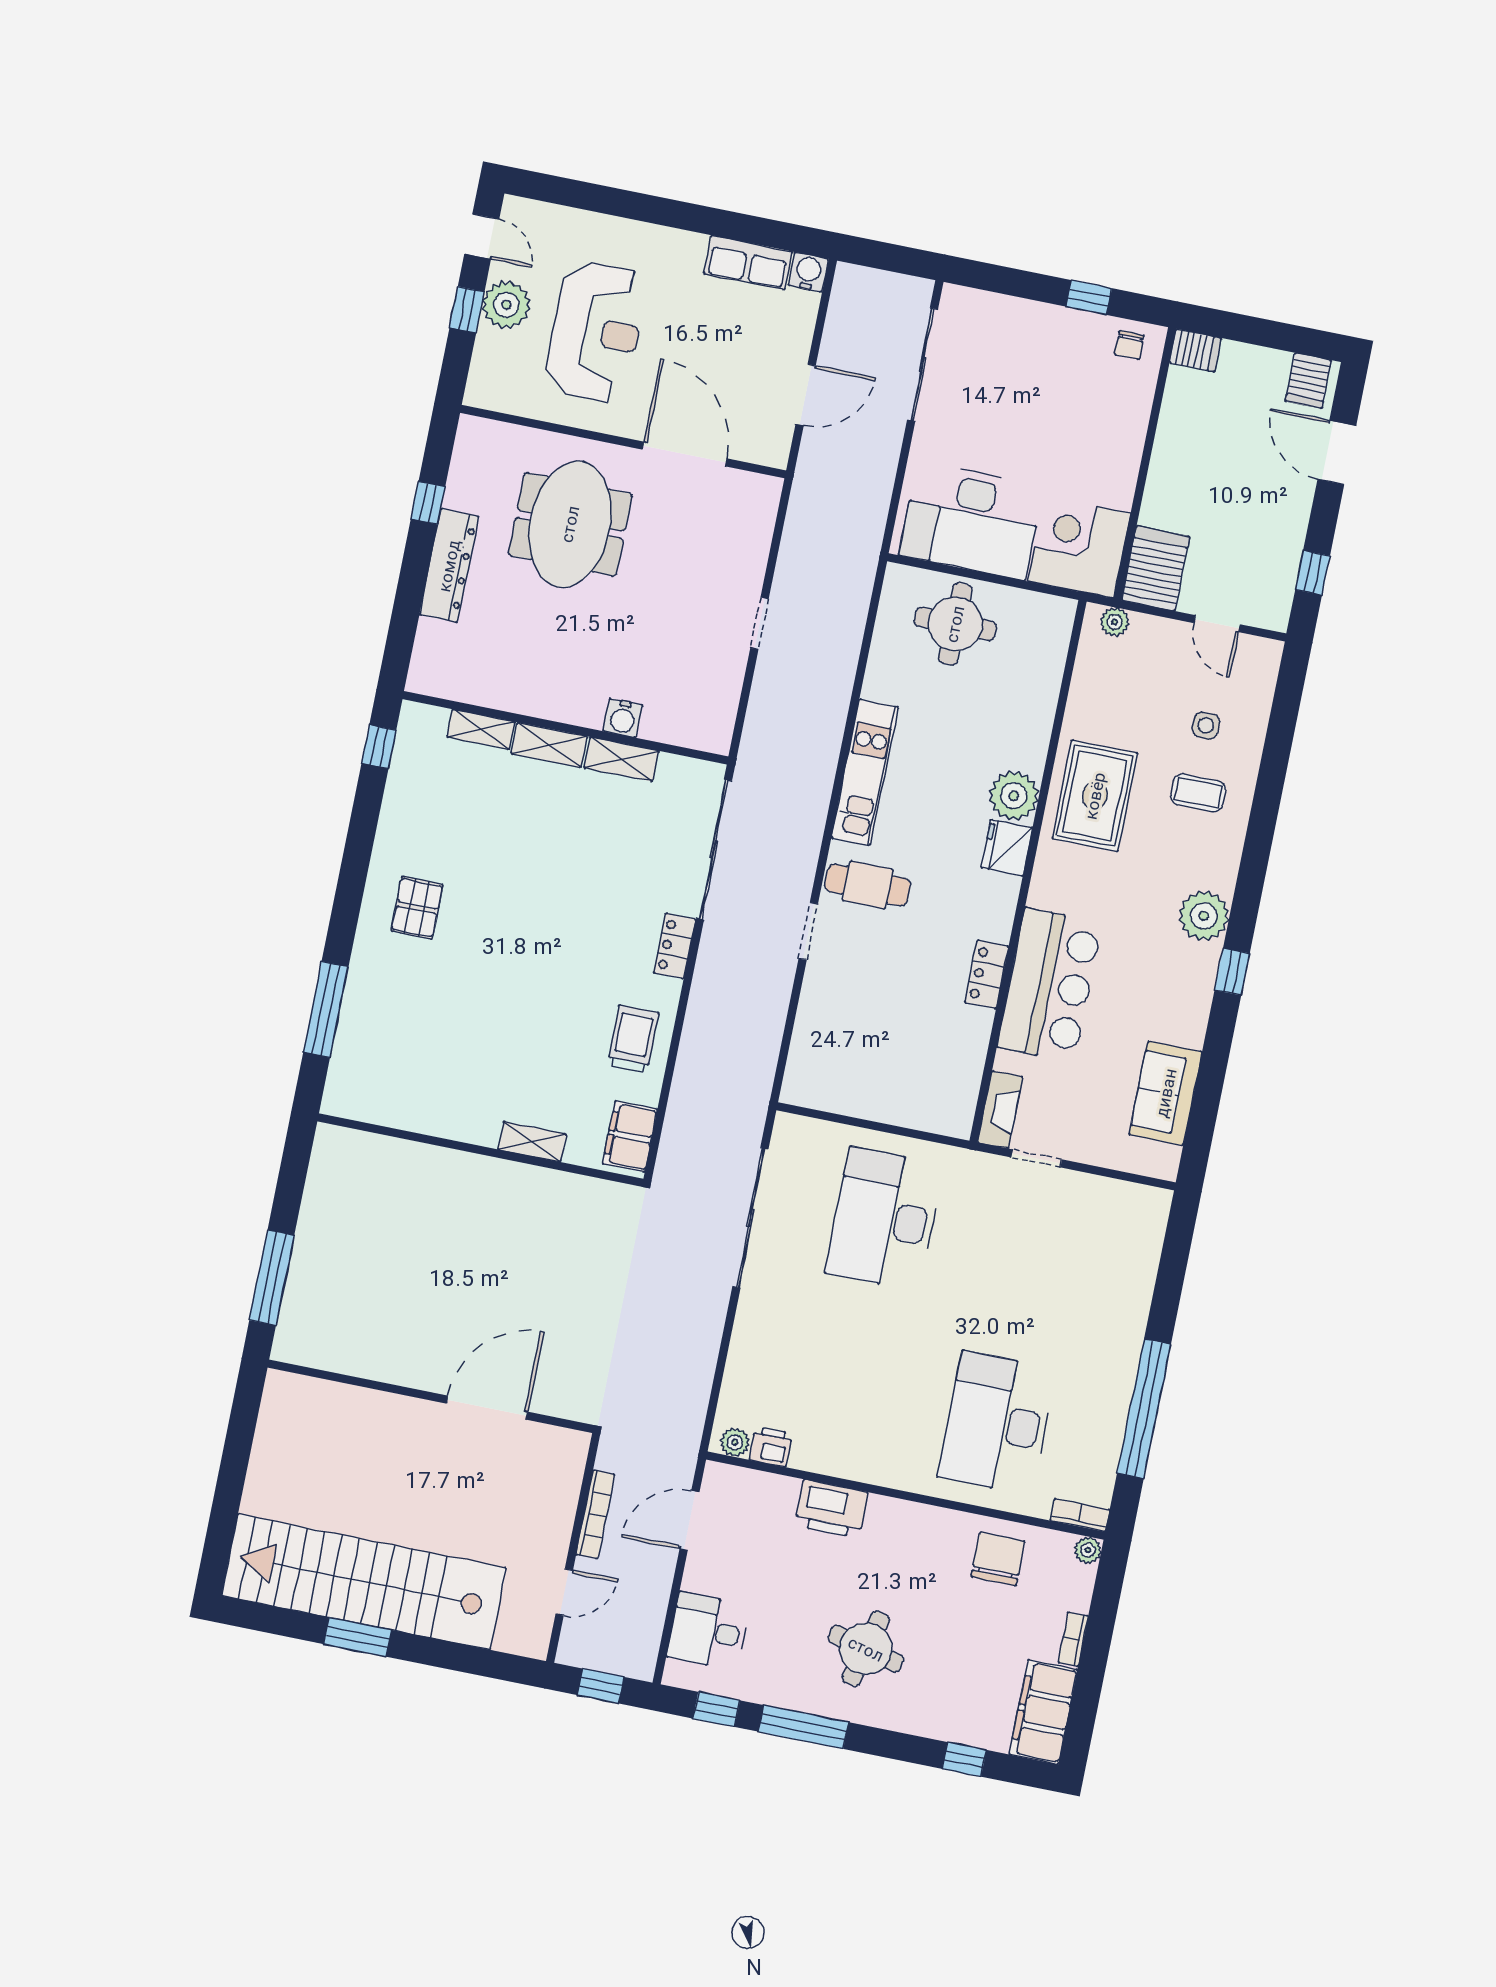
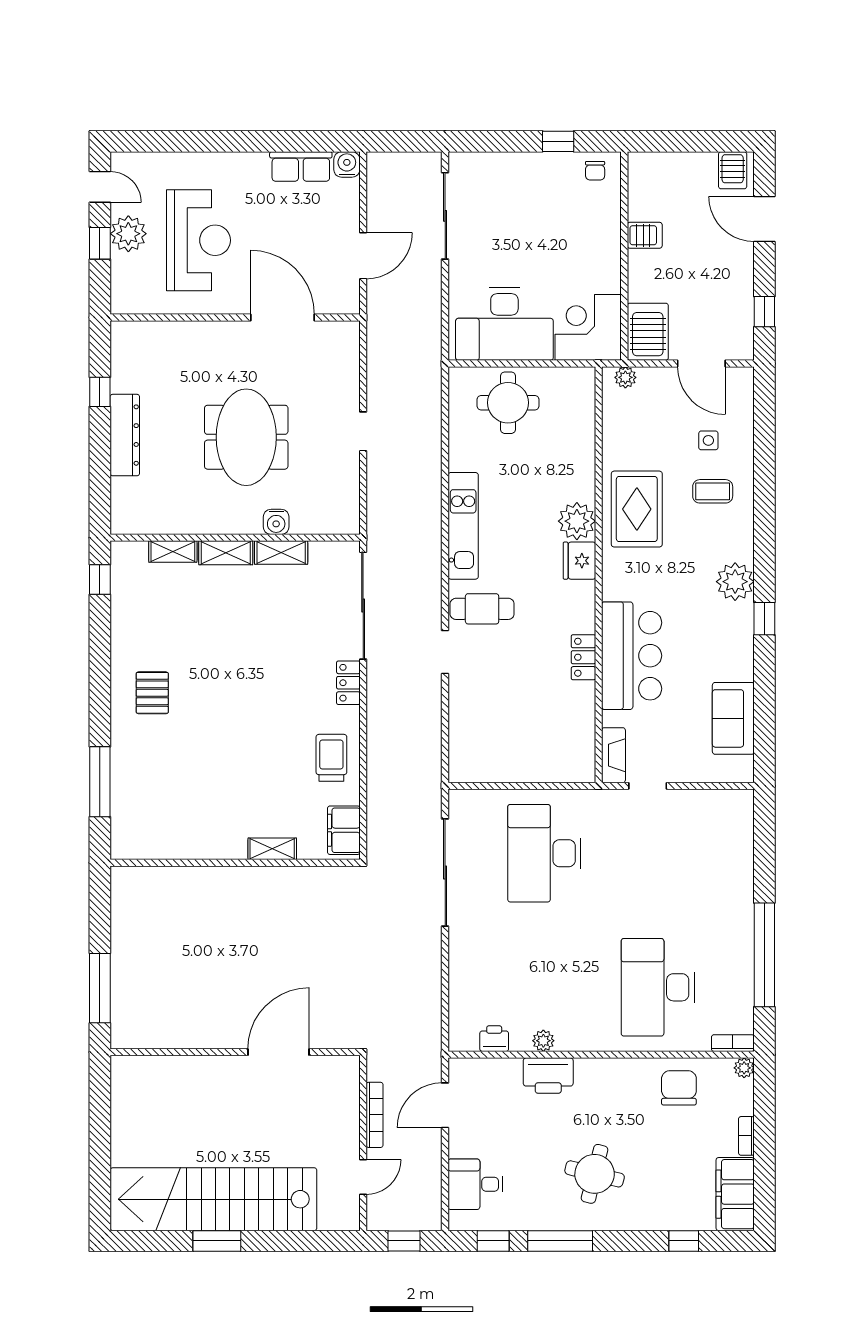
server rack: (1195, 350) -> (645, 235), moved
meeting table: (570, 524) -> (246, 437), moved
door: (1217, 624) -> (701, 364), width x1.38
plant: (735, 1442) -> (543, 1041), moved

